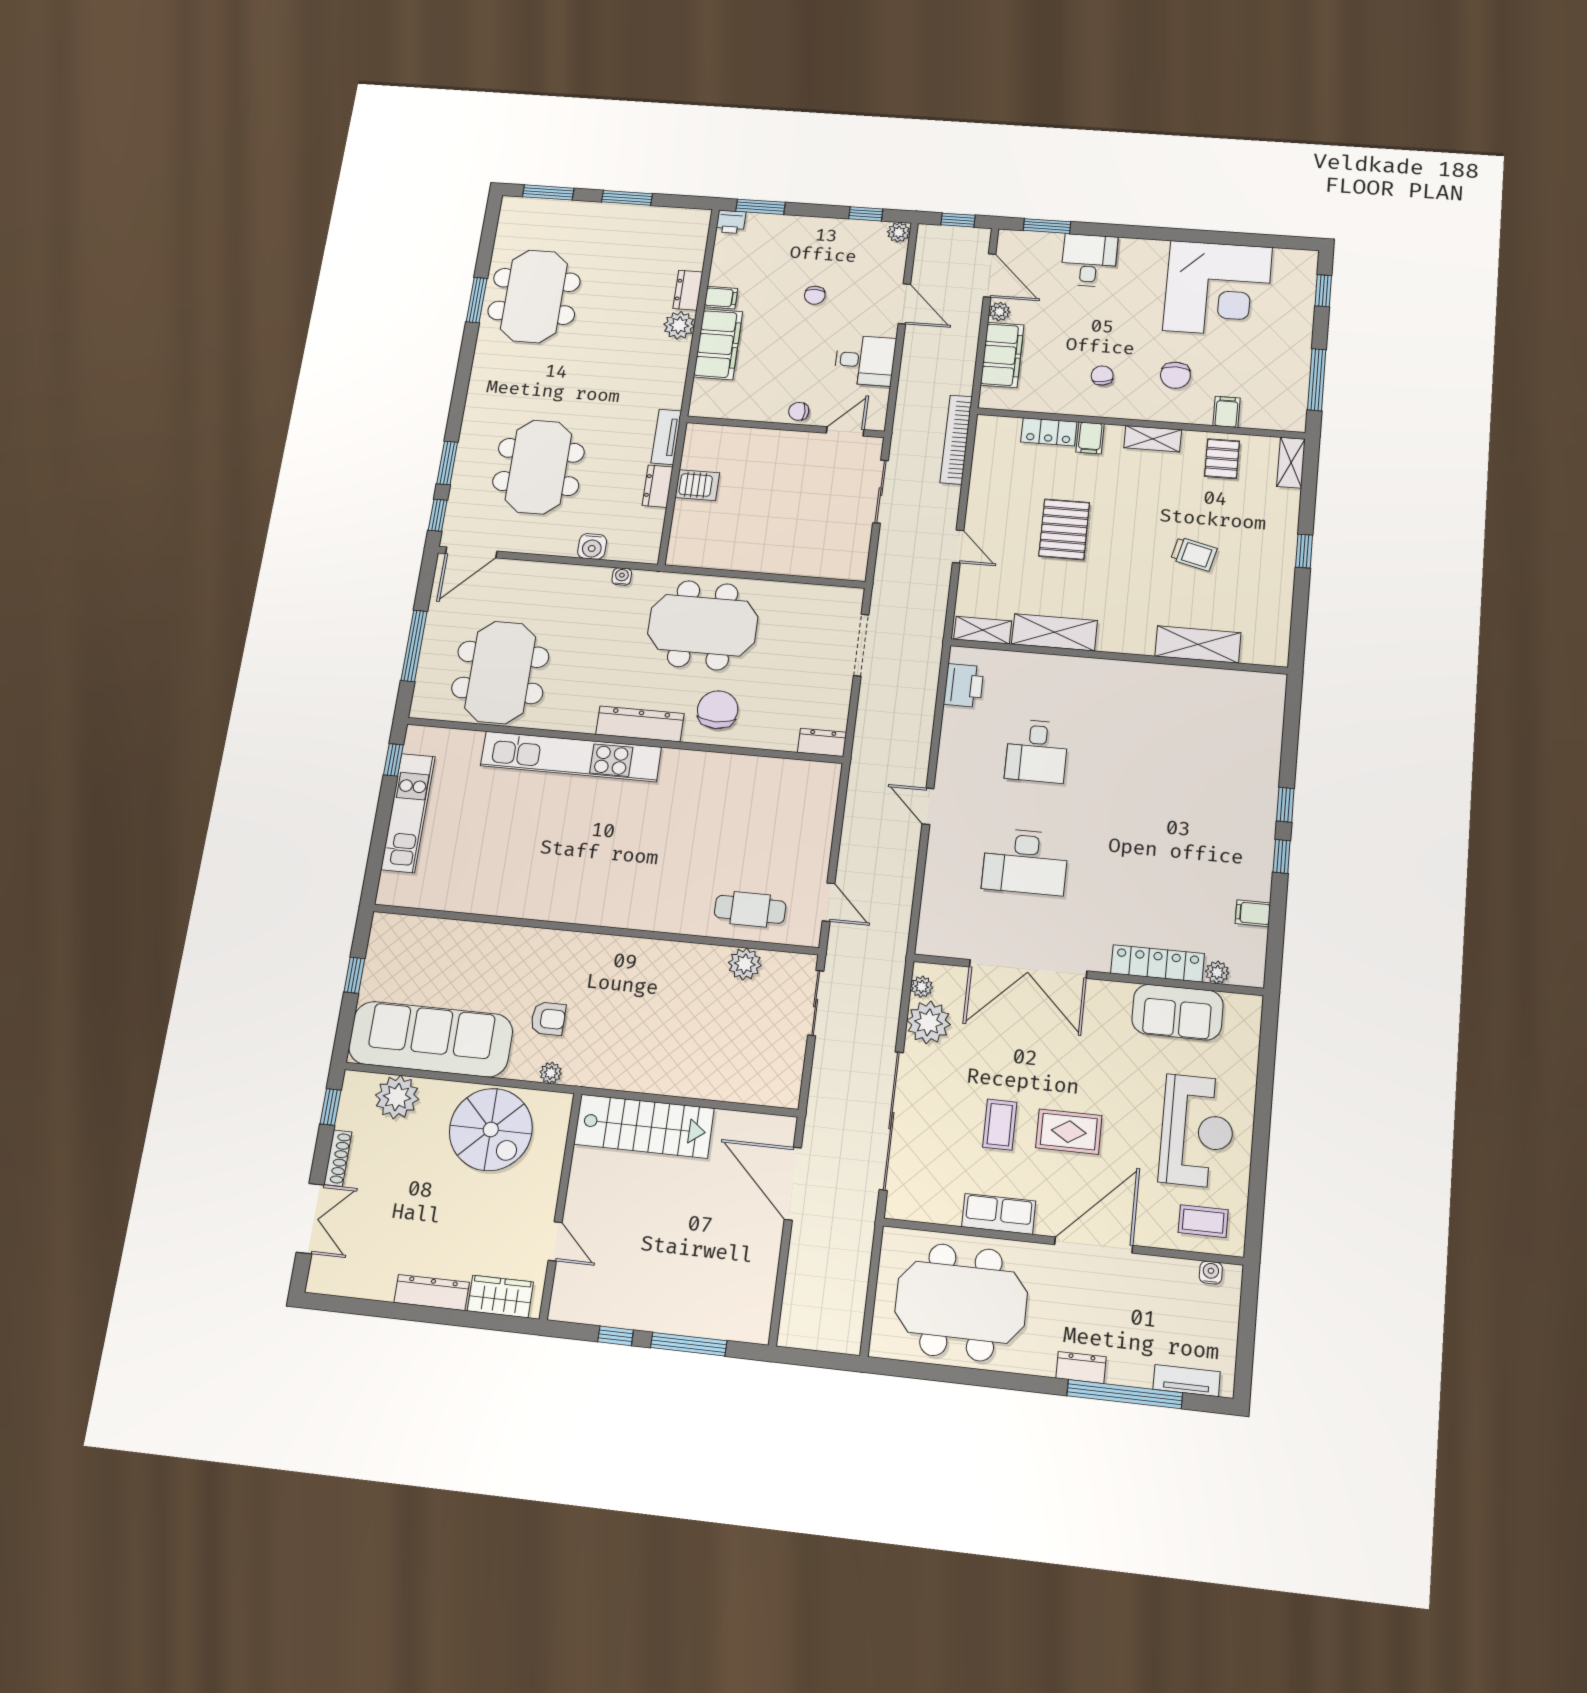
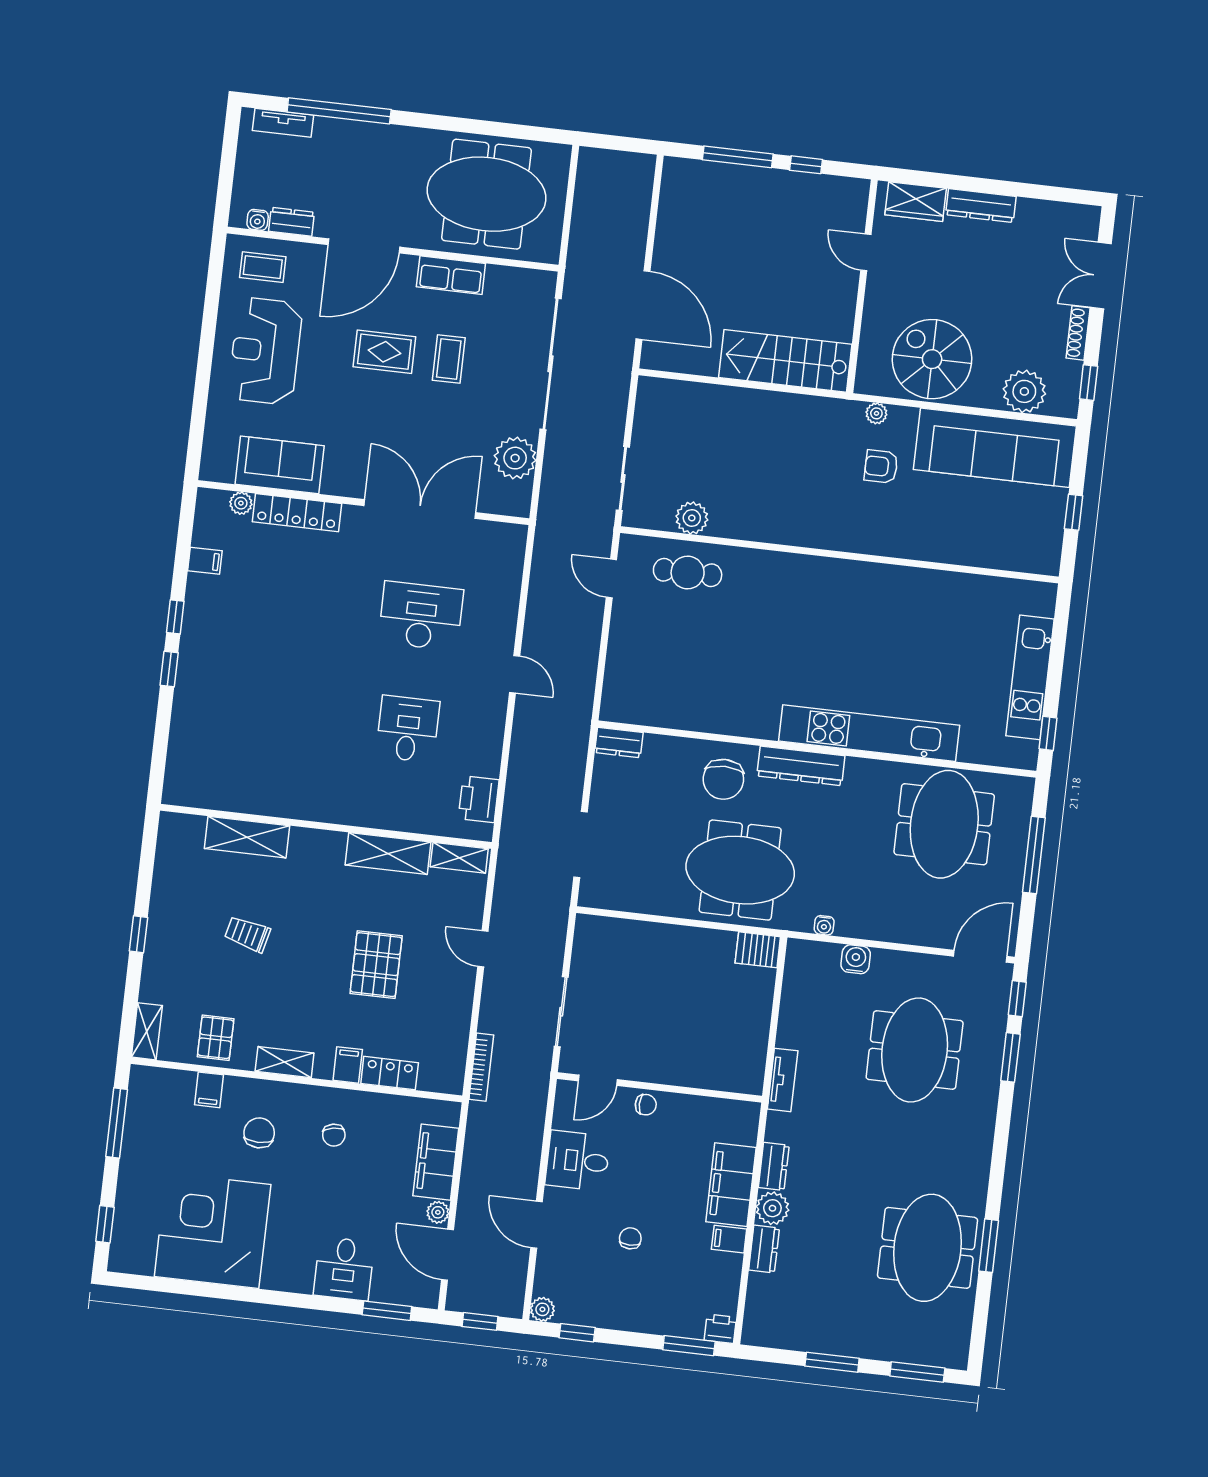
bookcase: (956, 440) -> (481, 1067), width x0.68, depth x0.76
server rack: (697, 485) -> (758, 950), moved
dresser: (658, 486) -> (774, 1166), moved
plant: (922, 987) -> (521, 493), removed
dresser: (1081, 1367) -> (292, 222), moved, turned 180

